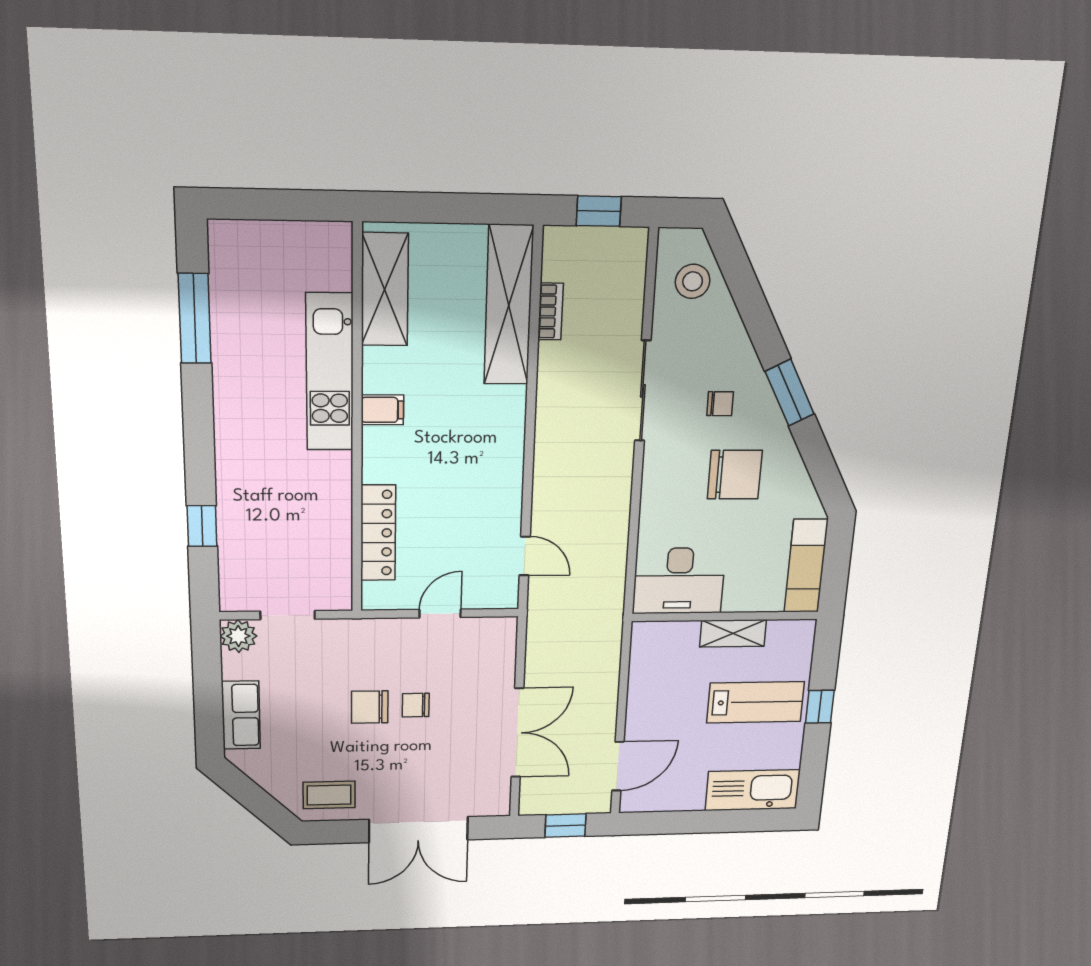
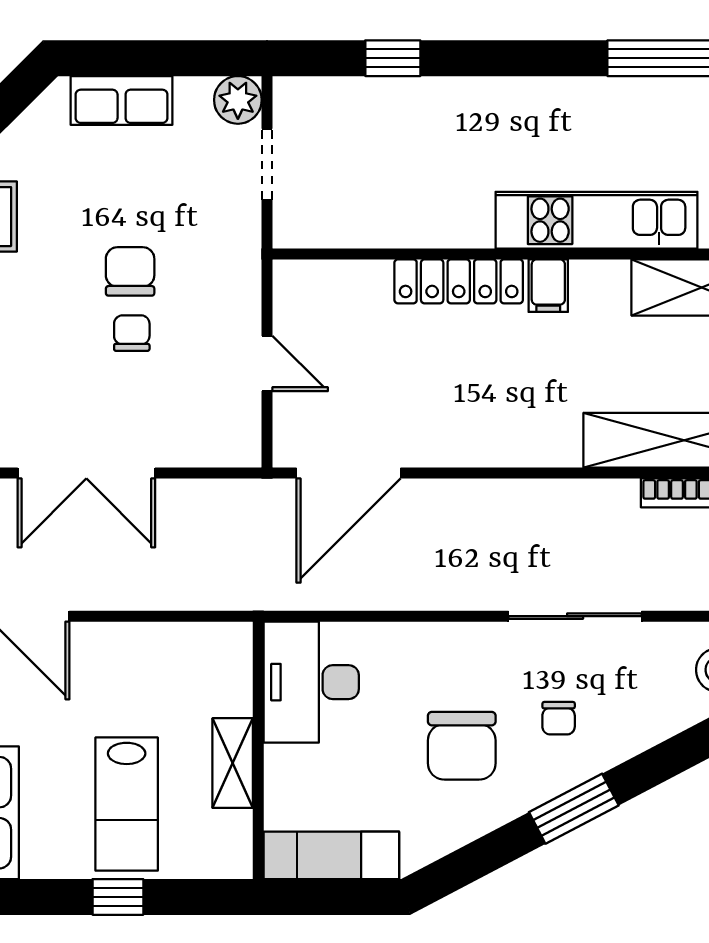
locker: (378, 533) -> (459, 281), moved
door: (525, 556) -> (349, 473), width x1.88

